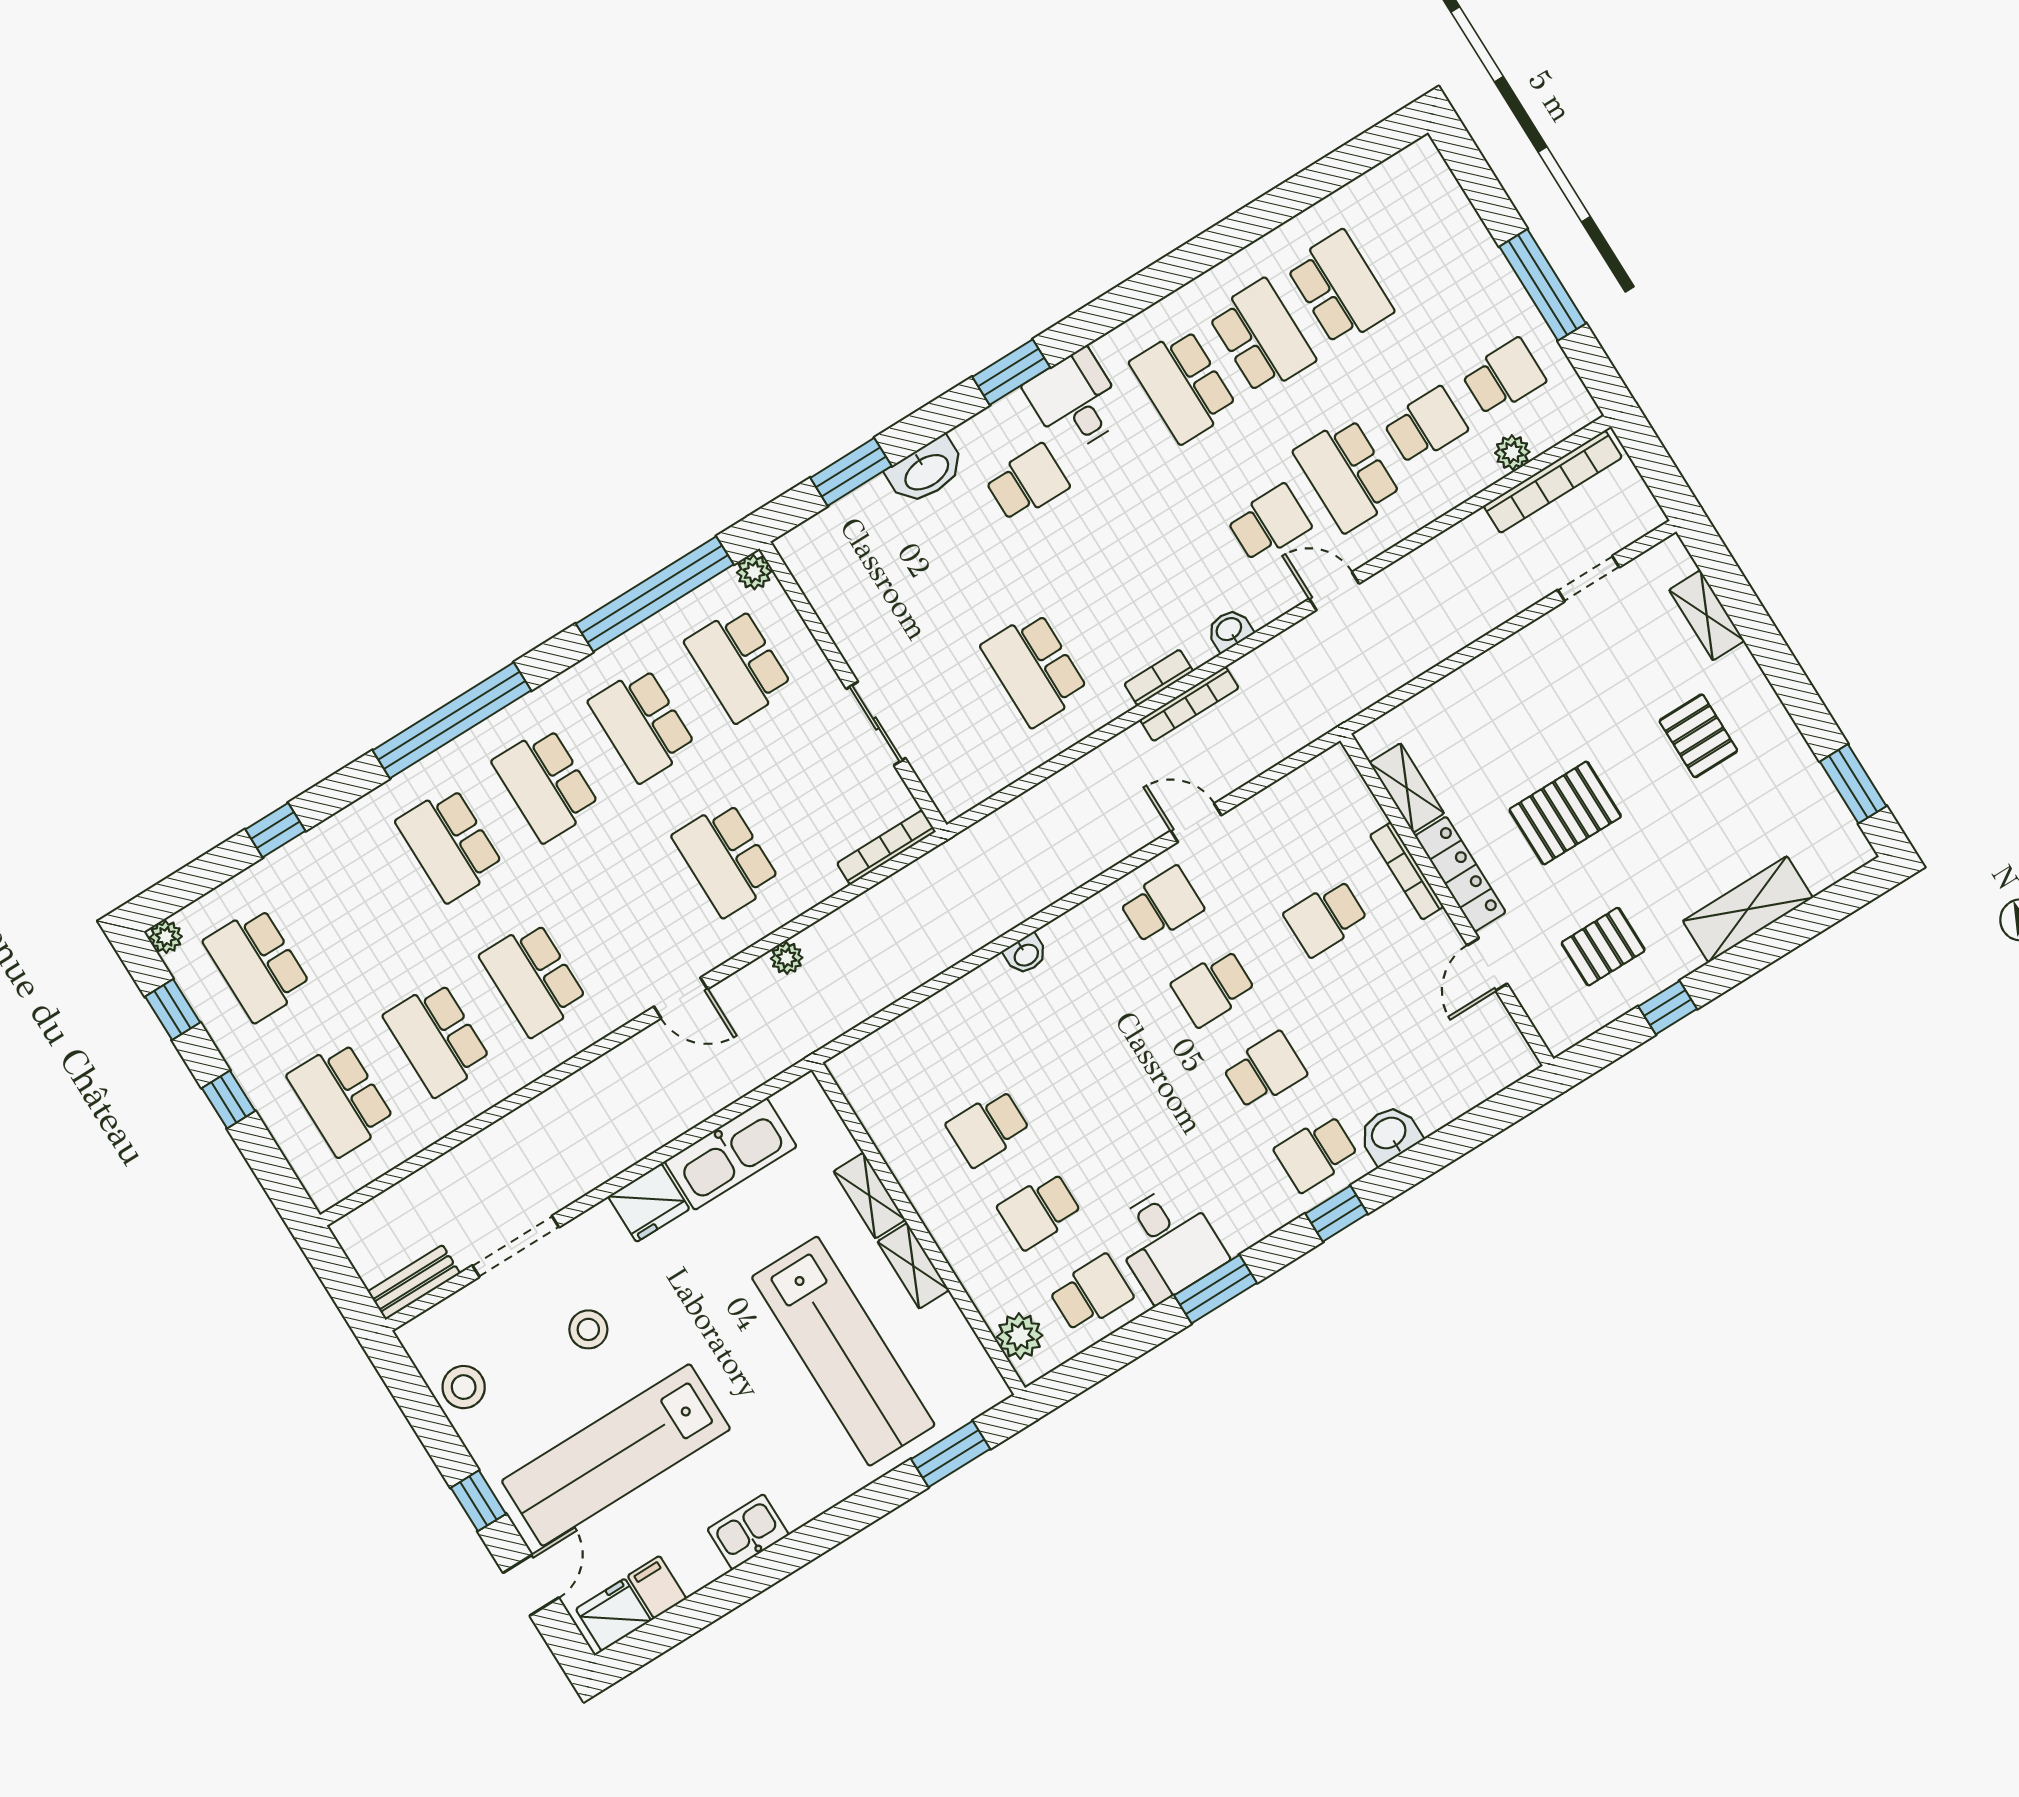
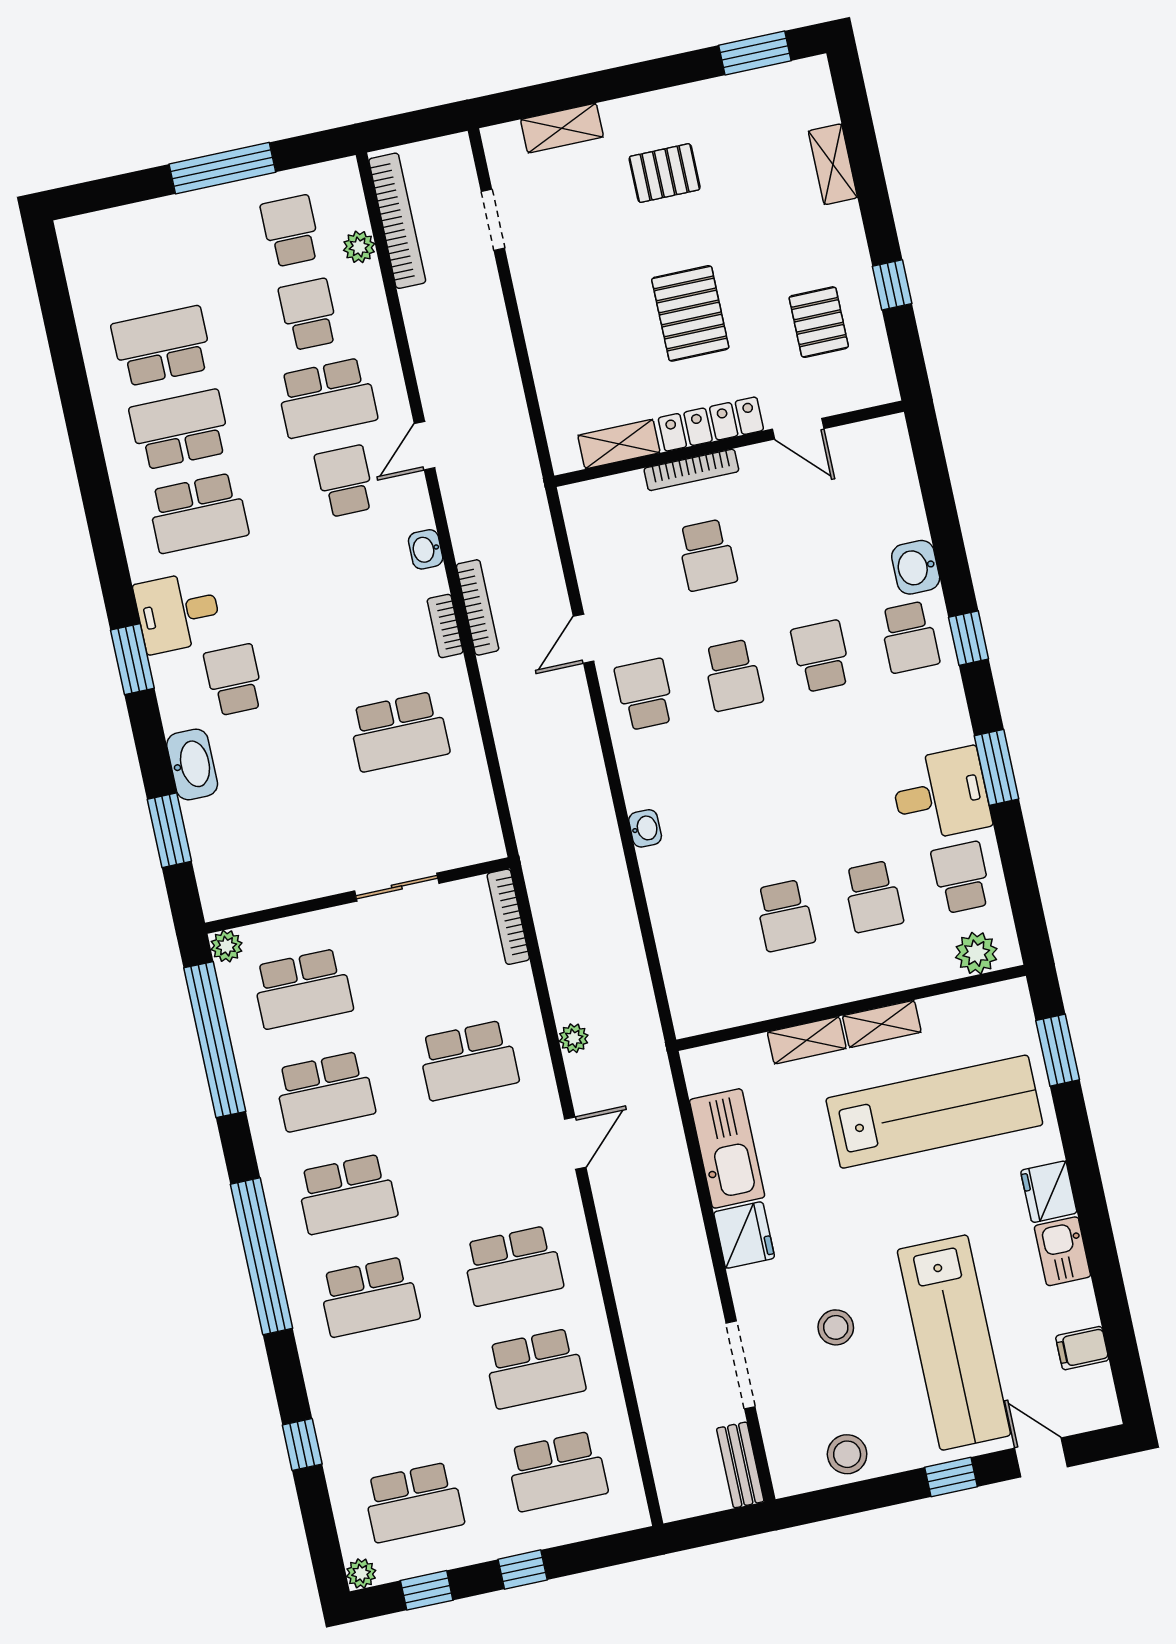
shelving: (1748, 909) -> (833, 164), width x0.67, depth x0.75
fridge: (613, 1615) -> (1049, 1192), moved

